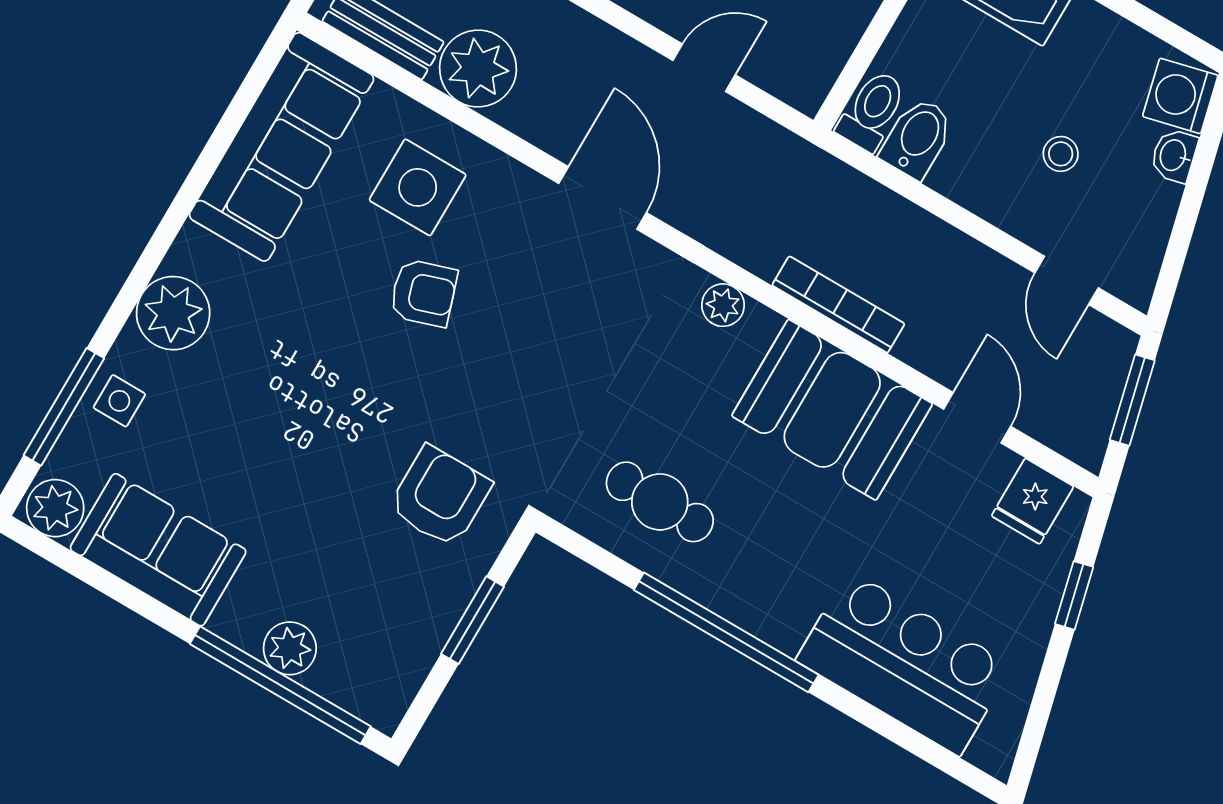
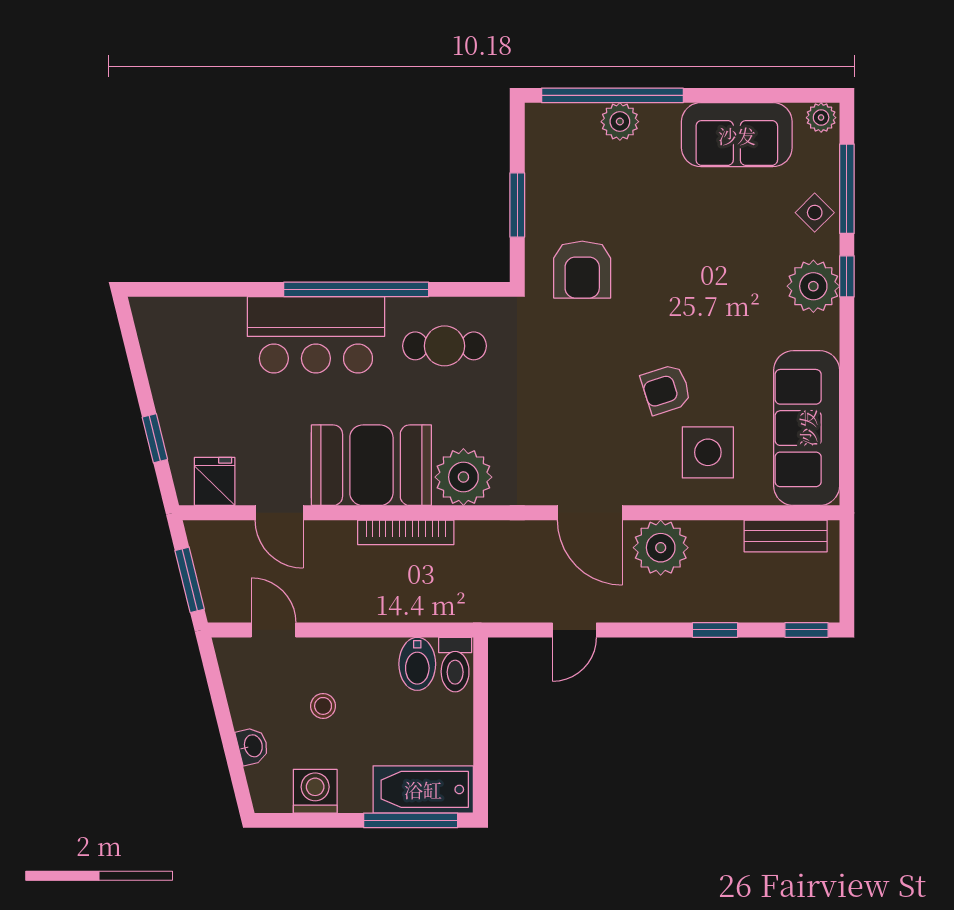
plant: (478, 68) -> (661, 548), moved
washing machine: (1180, 96) -> (315, 791), moved, turned -76
window: (126, 301) -> (847, 276), added
plant: (723, 305) -> (463, 477), width x1.87, depth x1.87
side table: (119, 401) -> (815, 213), turned 45
plant: (55, 508) -> (821, 118), width x0.73, depth x0.73
bar counter: (904, 663) -> (316, 335), moved

